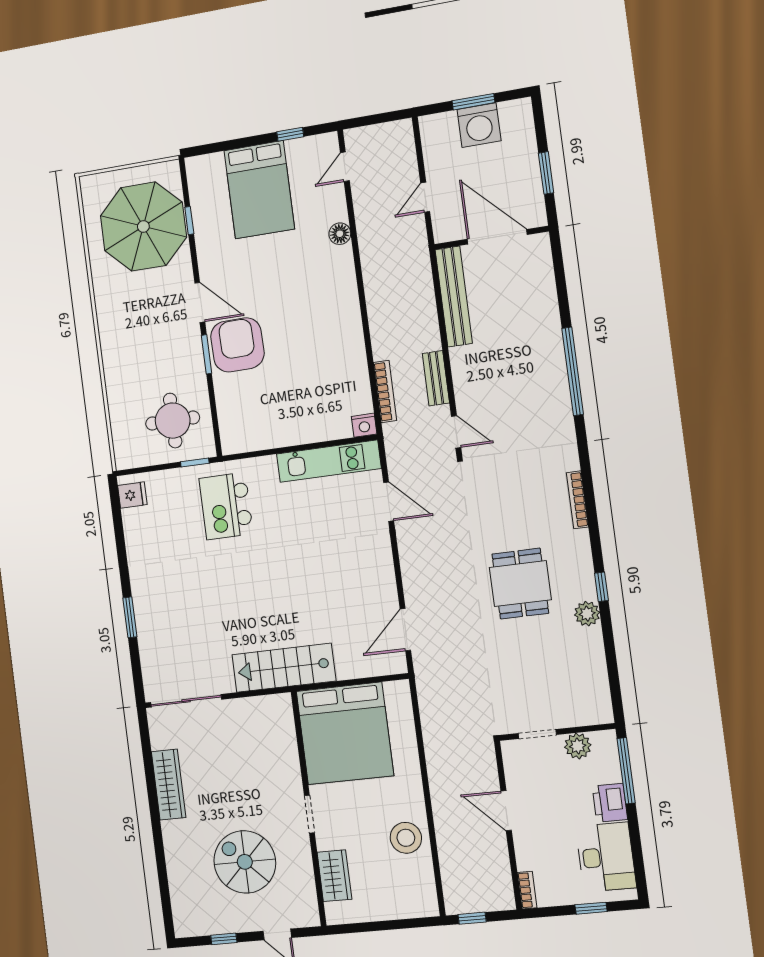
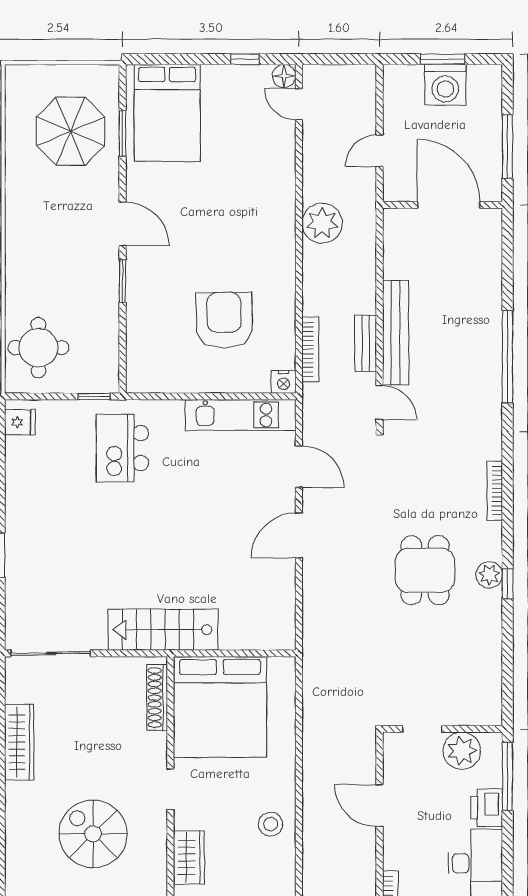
door: (345, 167) -> (299, 104), hinge flipped
window: (546, 173) -> (508, 147), width x1.44
bed: (259, 190) -> (167, 113), moved
window: (189, 221) -> (122, 133), width x1.50
parasol: (143, 226) -> (71, 131), width x0.73, depth x0.73
floor lamp: (340, 234) -> (284, 76), moved
plant: (381, 273) -> (322, 223), added
bench: (454, 297) -> (396, 333), moved
armchair: (237, 345) -> (224, 320), moved
round table: (173, 421) -> (38, 348), moved
plant: (587, 614) -> (489, 575), moved
door: (405, 630) -> (299, 536), moved
shoe rack: (286, 731) -> (157, 698), added
plant: (578, 746) -> (462, 751), width x1.36, depth x1.36
stool: (406, 838) -> (271, 824), width x0.73, depth x0.73

